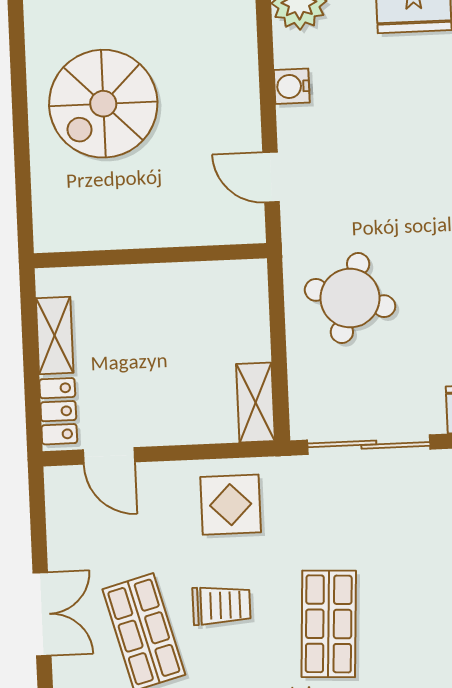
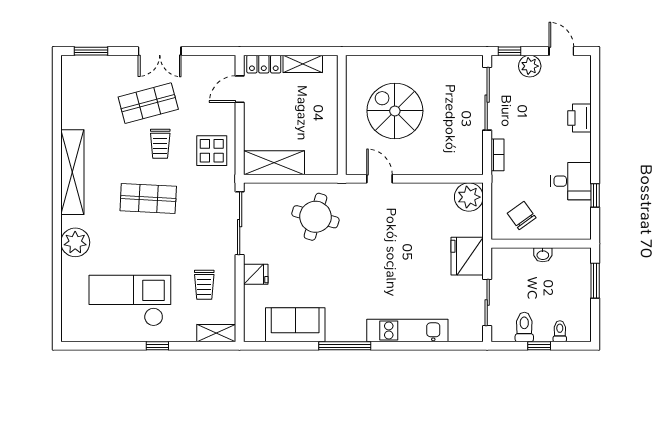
water cooler: (292, 86) -> (426, 192), removed
spiral stairs: (103, 104) -> (395, 111), moved
door: (271, 177) -> (379, 179), hinge flipped
shelving: (255, 403) -> (274, 163), width x1.50, depth x1.33

